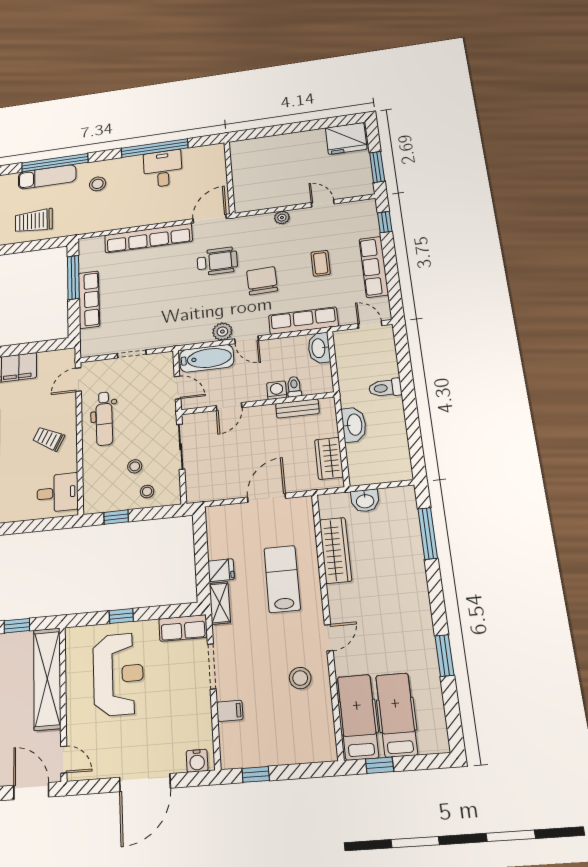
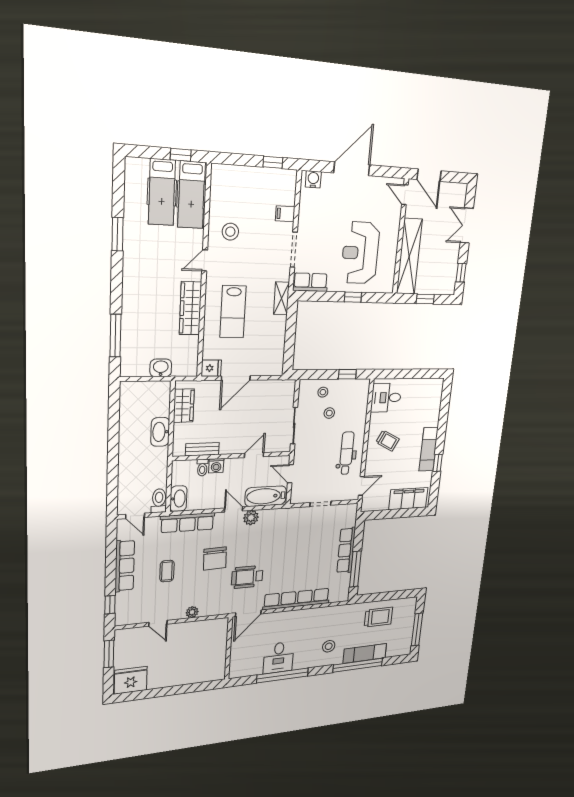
toilet: (385, 388) -> (159, 501), moved, turned -90
wardrobe: (335, 550) -> (190, 308), moved
fridge: (221, 570) -> (211, 368), moved, turned 180

